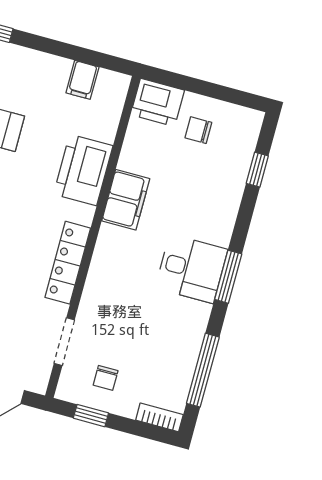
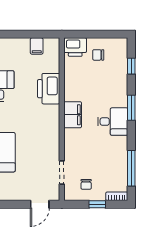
filing cabinet: (126, 200) -> (73, 115), moved
locker: (68, 263) -> (53, 135), removed
window: (228, 277) -> (131, 108), moved
window: (91, 416) -> (97, 204), moved

